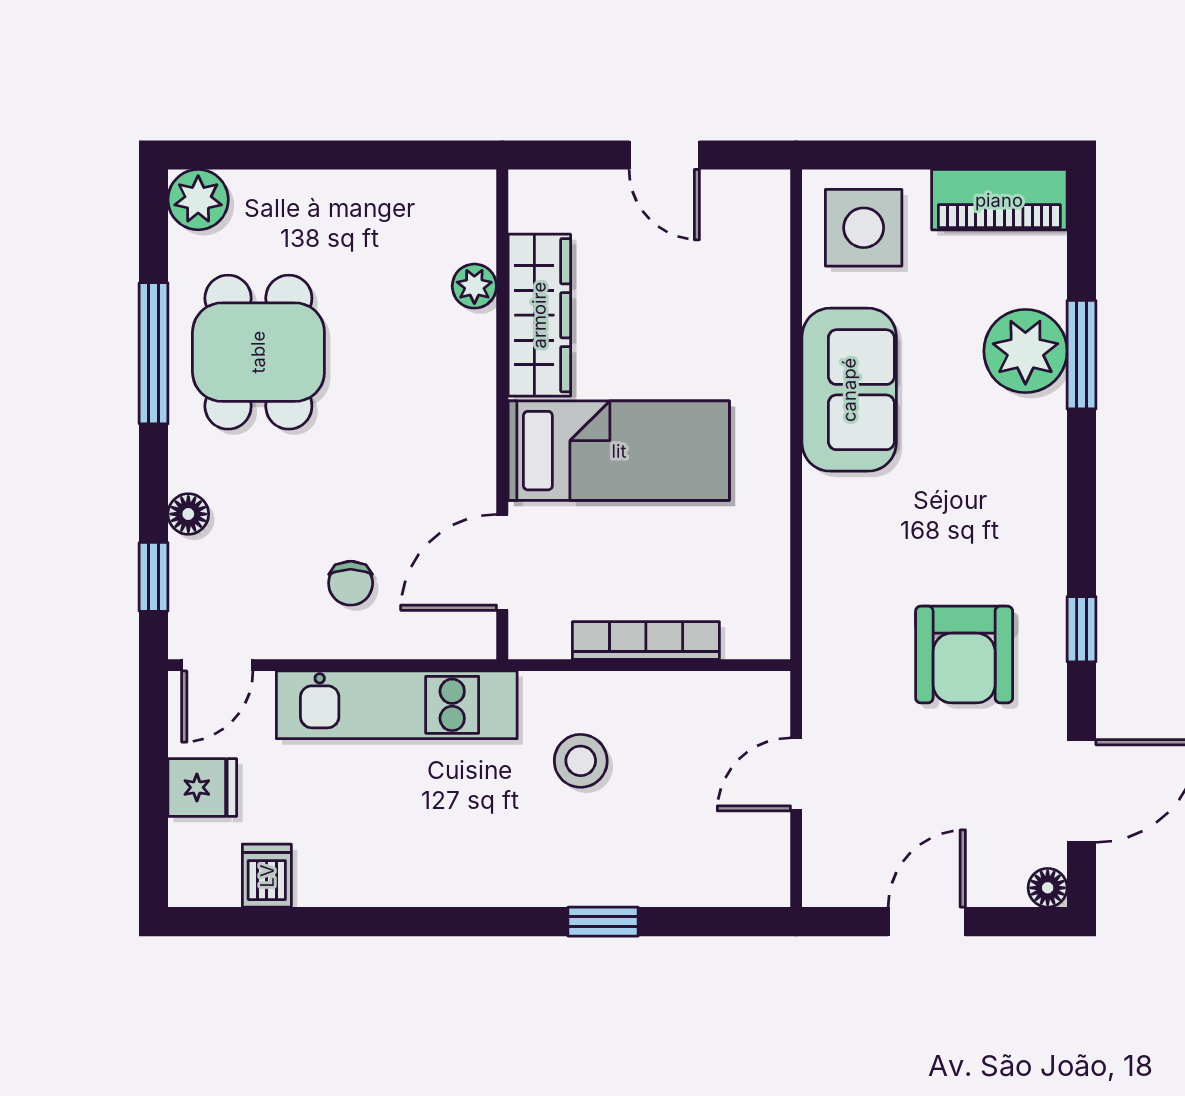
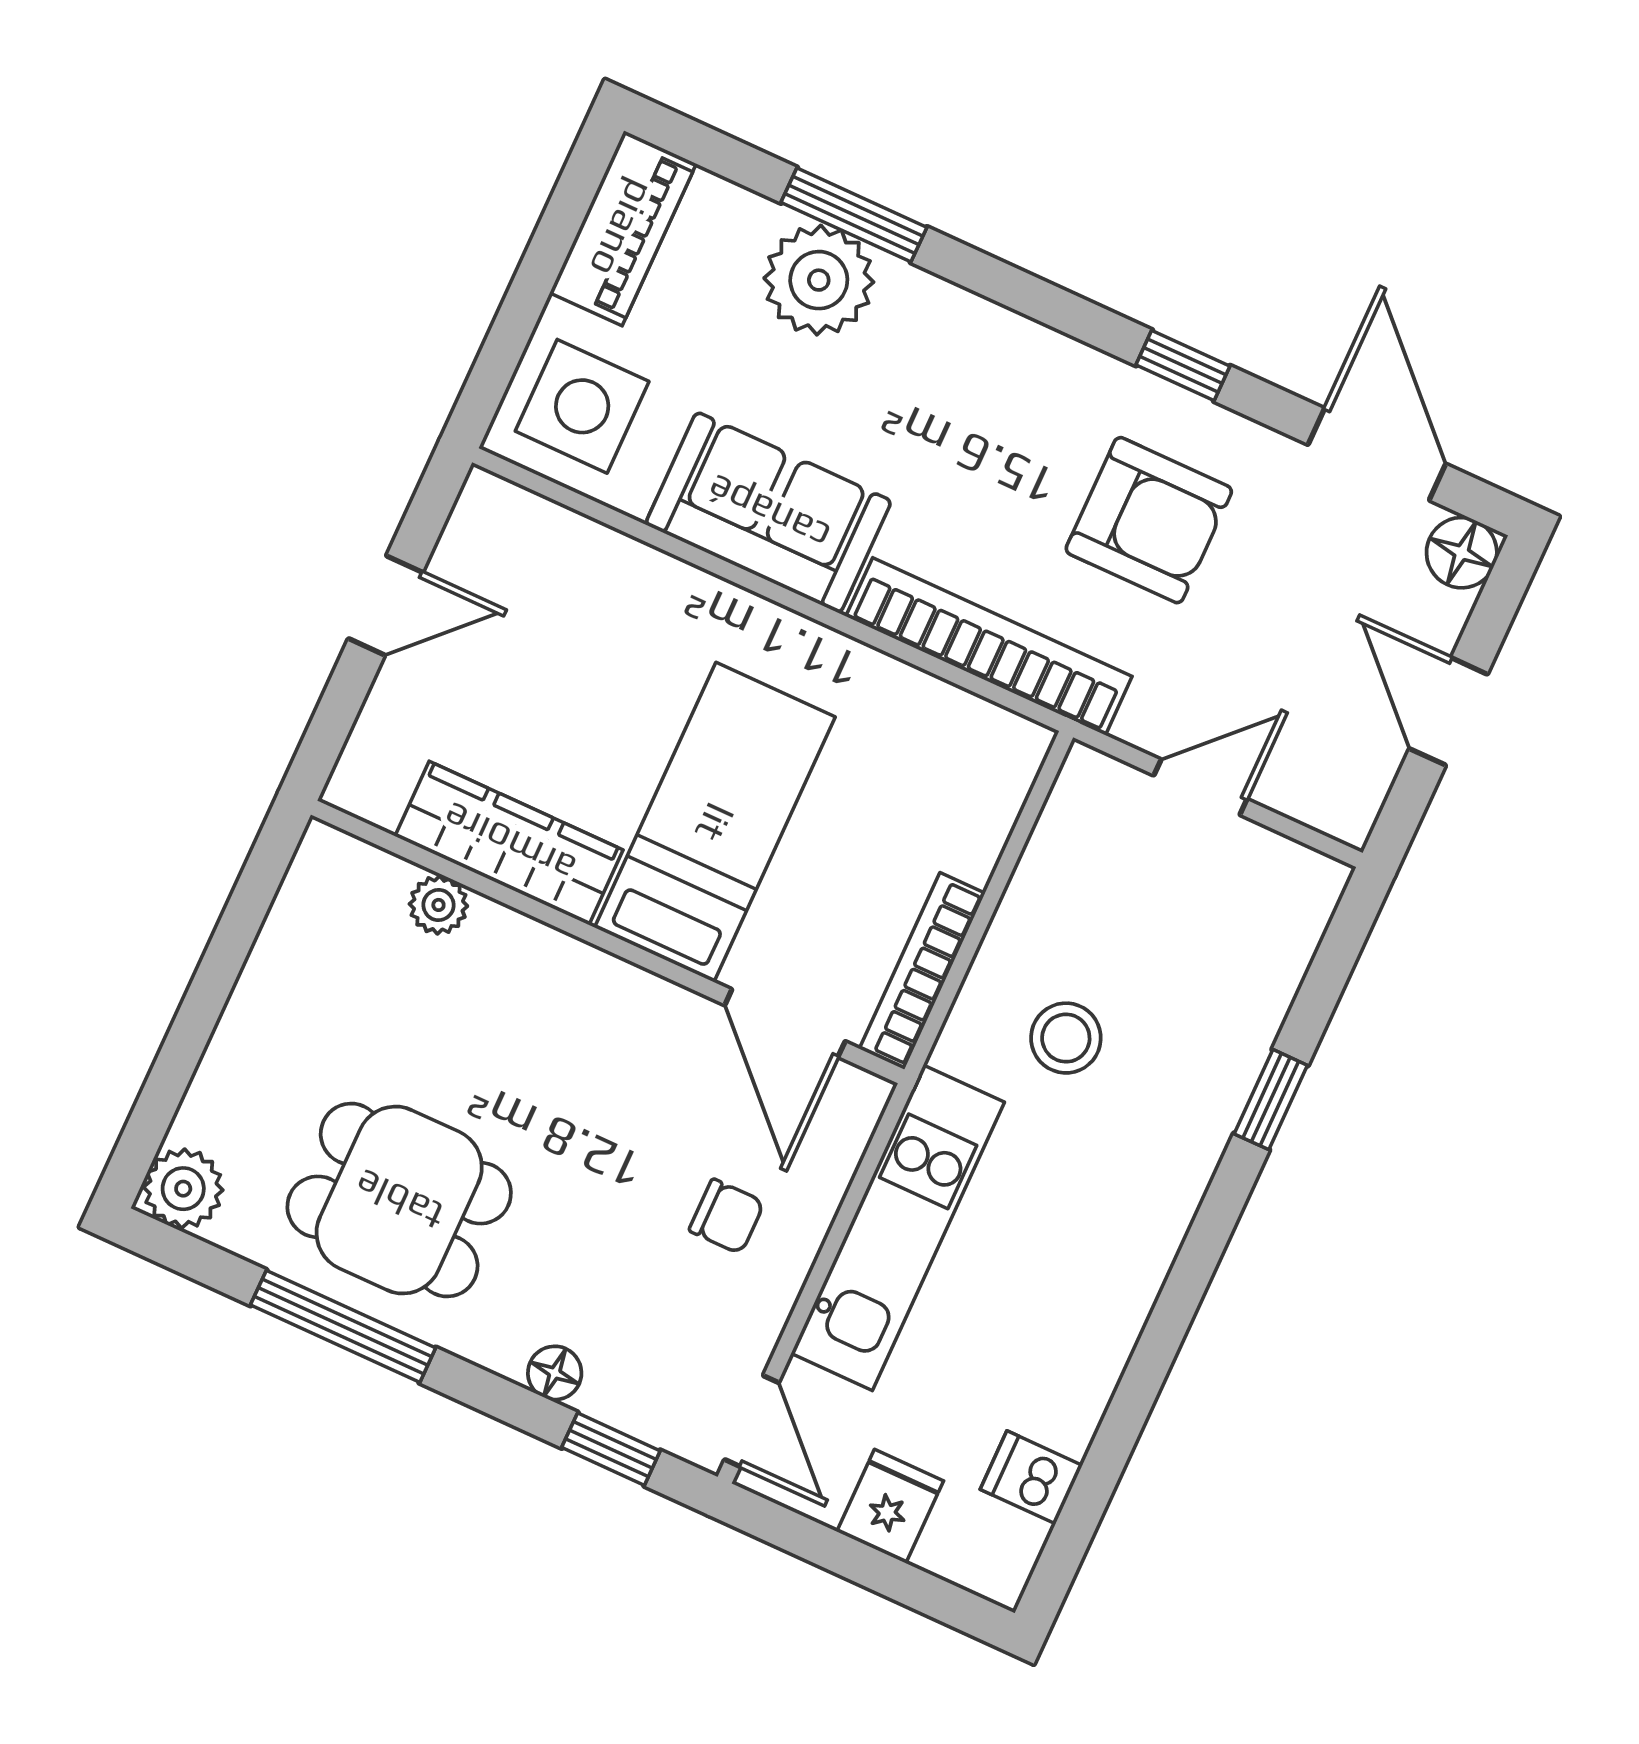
bookcase: (827, 584) -> (989, 646), added
bookcase: (646, 641) -> (922, 971), moved
door: (796, 774) -> (1200, 787), swing flipped
floor lamp: (1048, 888) -> (1462, 553), width x1.37, depth x1.37

